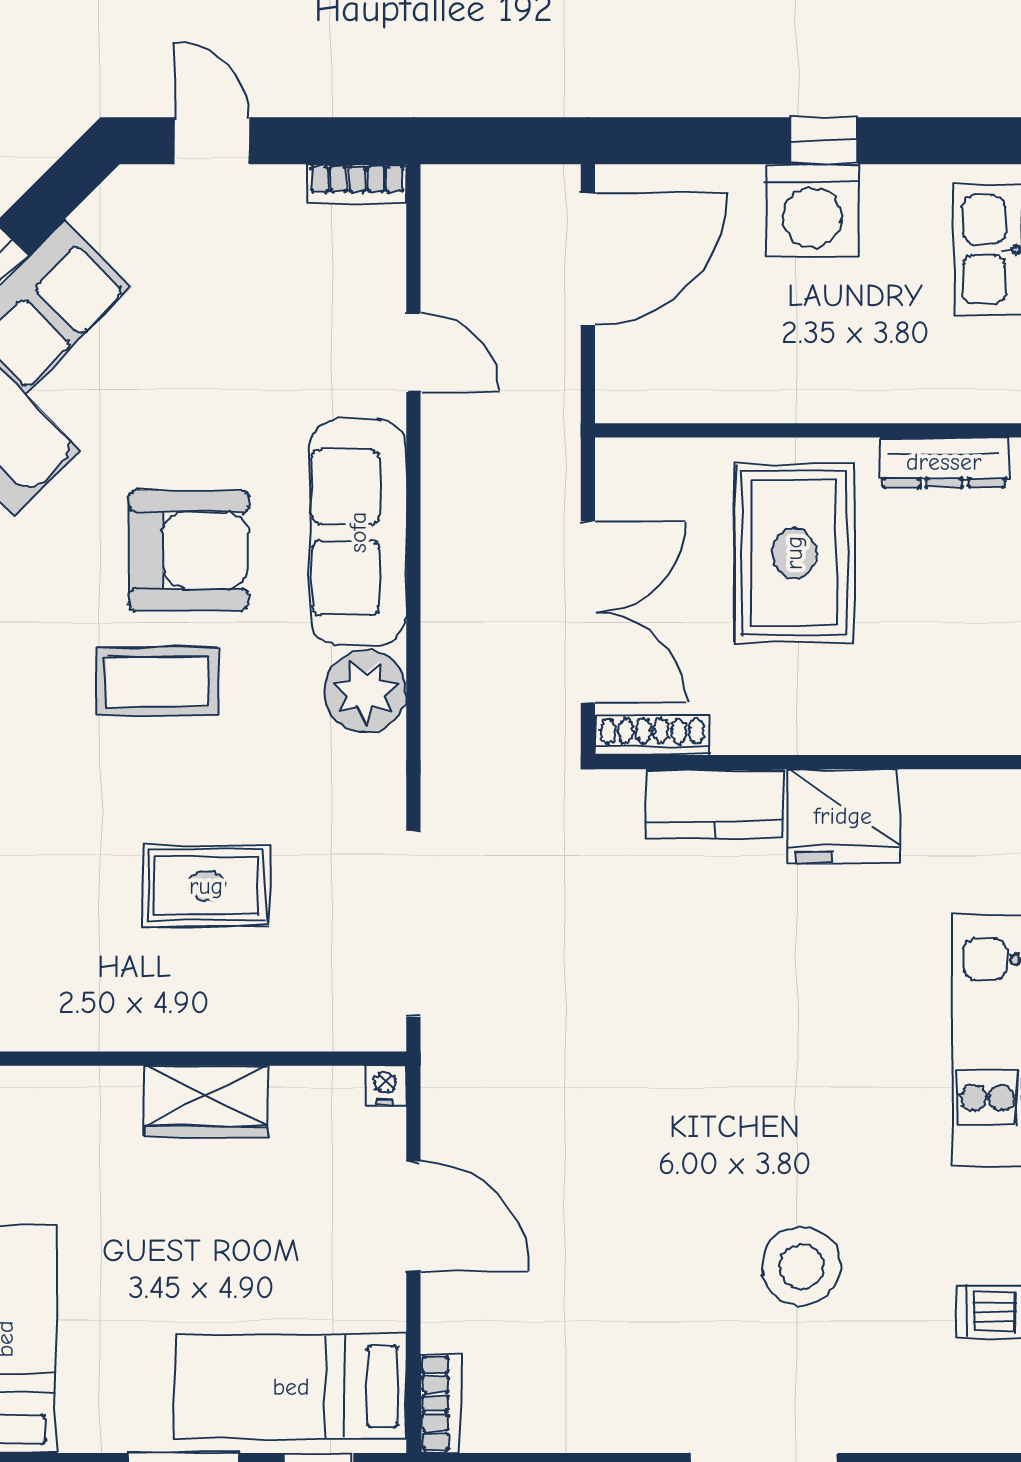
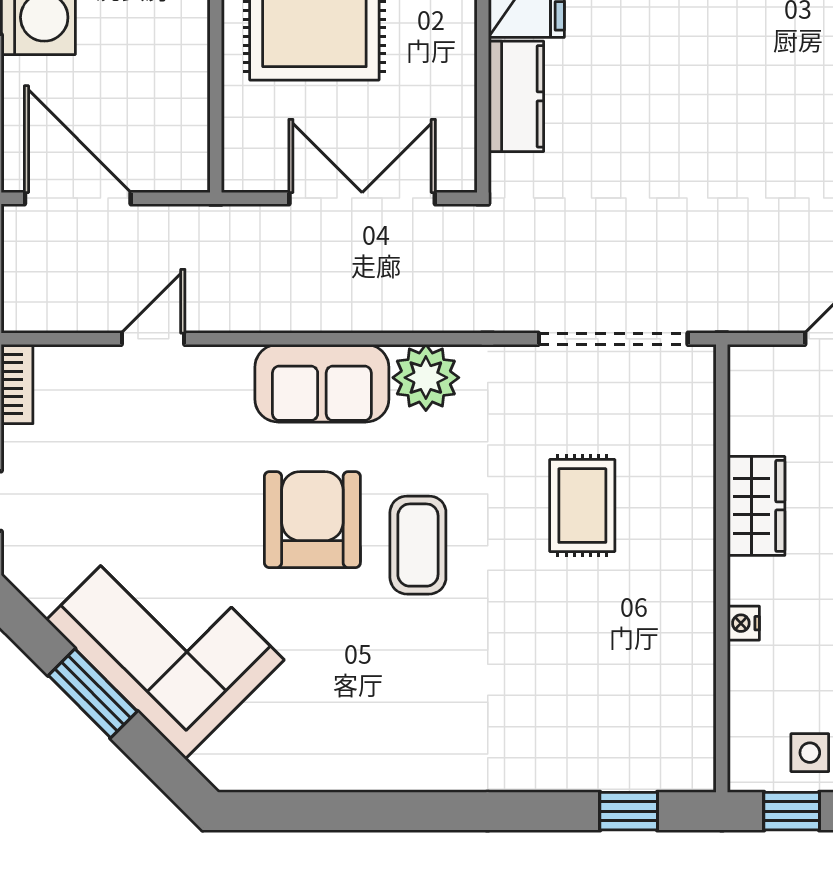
sofa: (358, 532) -> (322, 383), width x0.73
shoe rack: (652, 736) -> (462, 146), removed
nightstand: (385, 1086) -> (743, 623), moved

